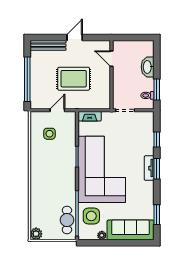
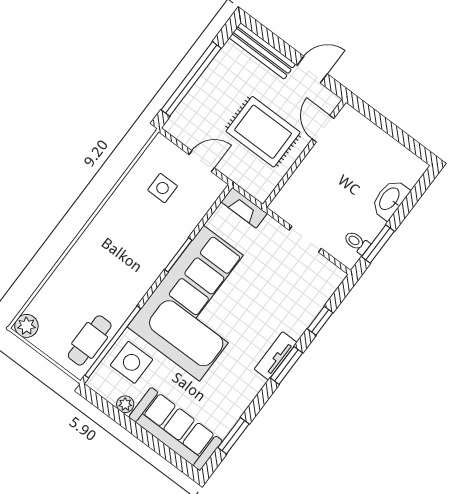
door: (111, 59) -> (323, 129), moved
wall: (111, 75) -> (304, 153), moved

